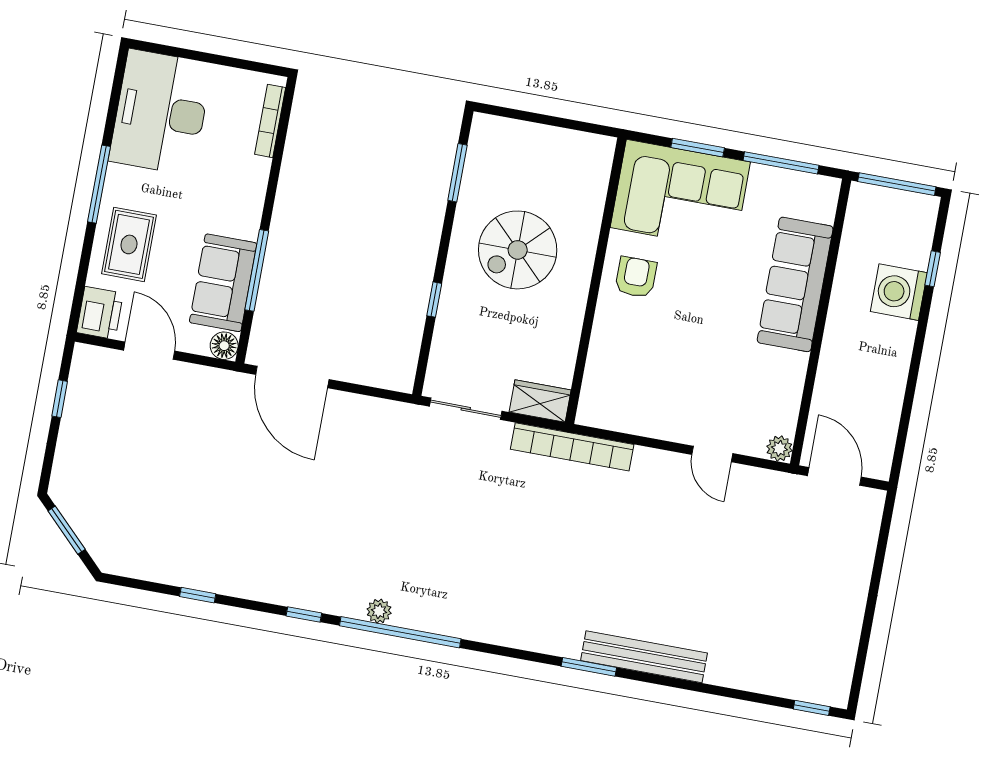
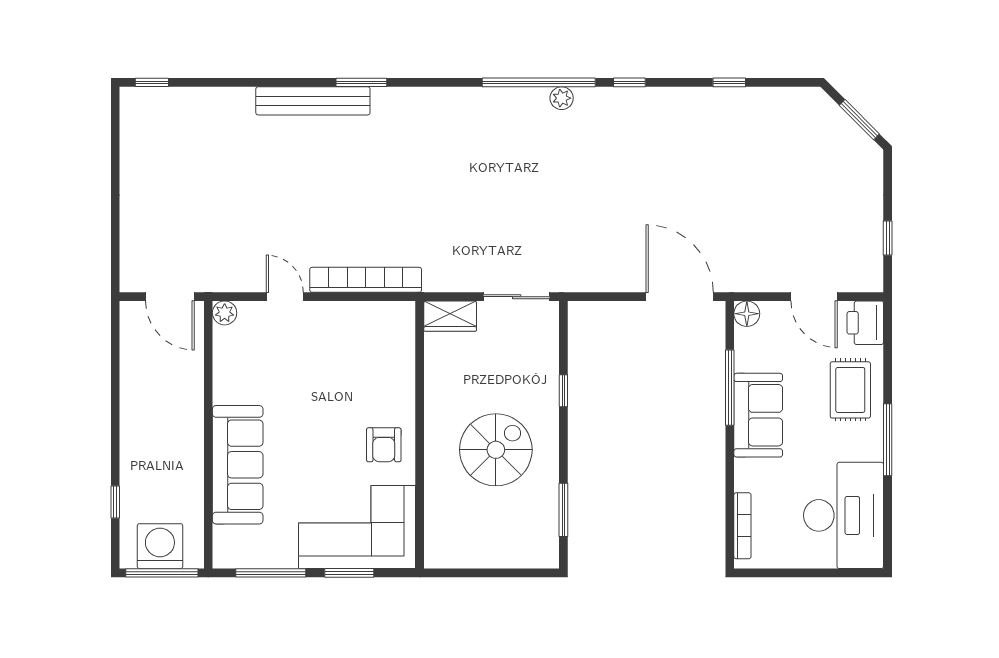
sofa: (223, 283) -> (758, 415), moved
washing machine: (899, 292) -> (160, 546), moved, turned -90
bookcase: (572, 447) -> (366, 280), moved

